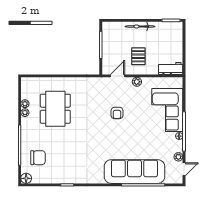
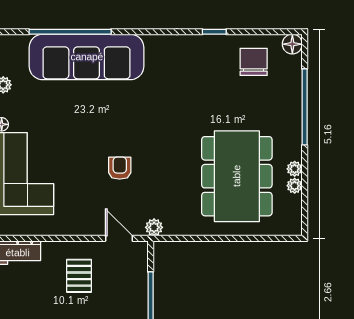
door: (117, 76) -> (119, 238), swing flipped
plant: (137, 82) -> (154, 227), moved
dining table: (55, 109) -> (237, 176), width x1.36, depth x1.24
chair: (38, 158) -> (254, 62), moved, turned 90

